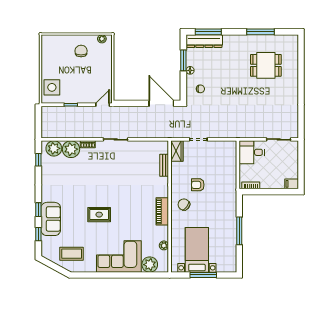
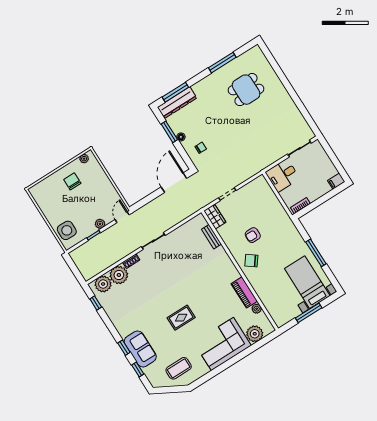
plant: (82, 99) -> (100, 224), added
door: (161, 103) -> (174, 183), hinge flipped
piano: (162, 211) -> (244, 292), moved
bed with nightstands: (197, 250) -> (307, 282), moved

